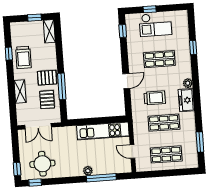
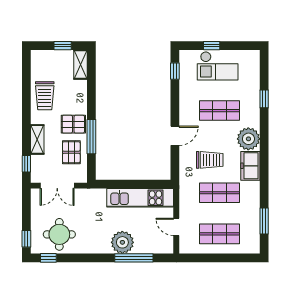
window: (9, 54) -> (26, 164), moved
plant: (188, 83) -> (248, 139), width x1.87, depth x1.87
plant: (88, 171) -> (122, 242), width x1.87, depth x1.87

